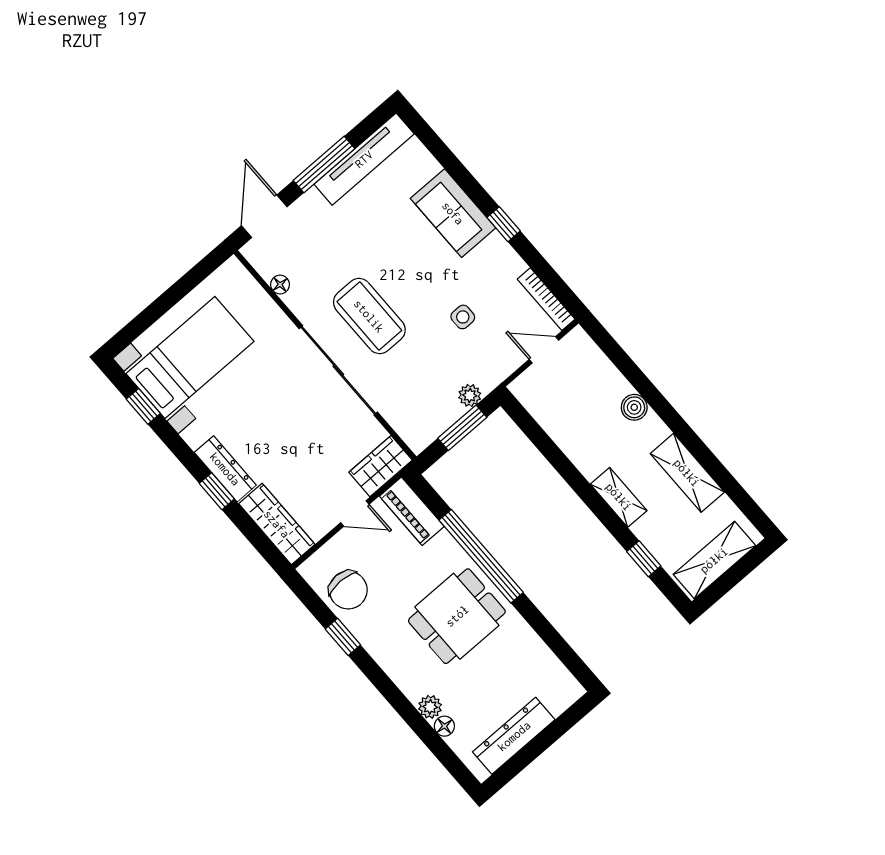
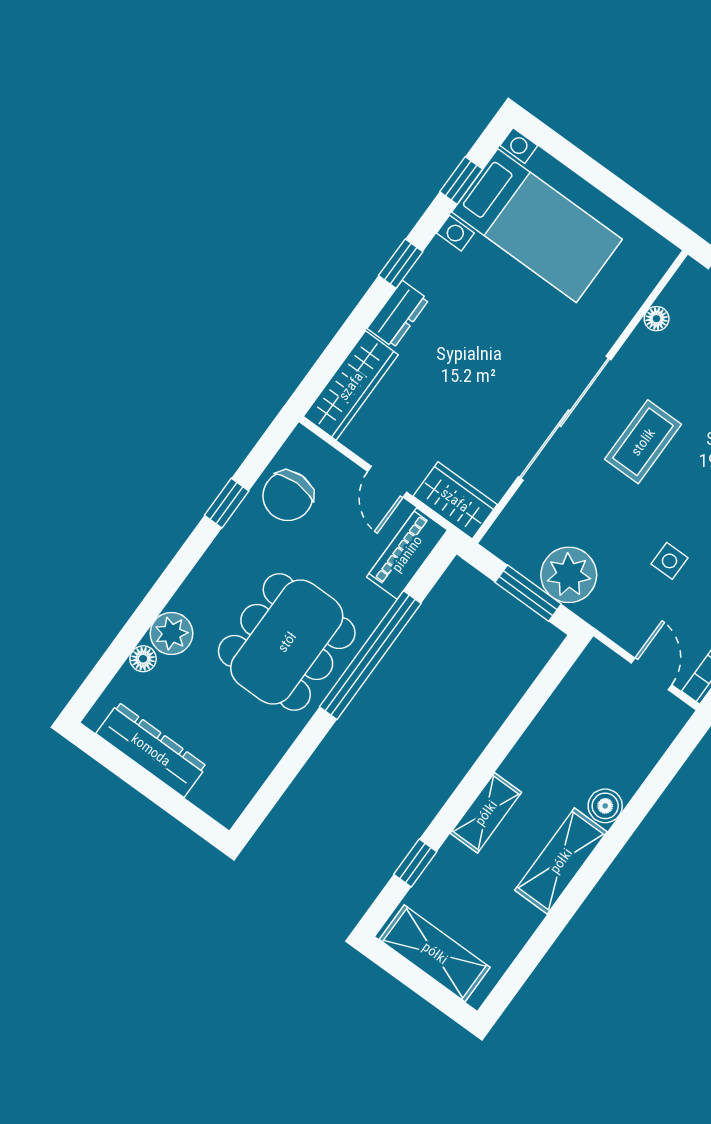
coffee table: (369, 316) -> (643, 442), width x0.73, depth x0.76
plant: (470, 395) -> (569, 575), width x1.88, depth x1.88
dresser: (225, 469) -> (398, 314), width x0.70
shelving: (687, 473) -> (561, 861), moved
window: (217, 491) -> (401, 264), moved
dining table: (457, 616) -> (287, 642), width x1.38
plant: (430, 707) -> (171, 633), width x1.38, depth x1.38

